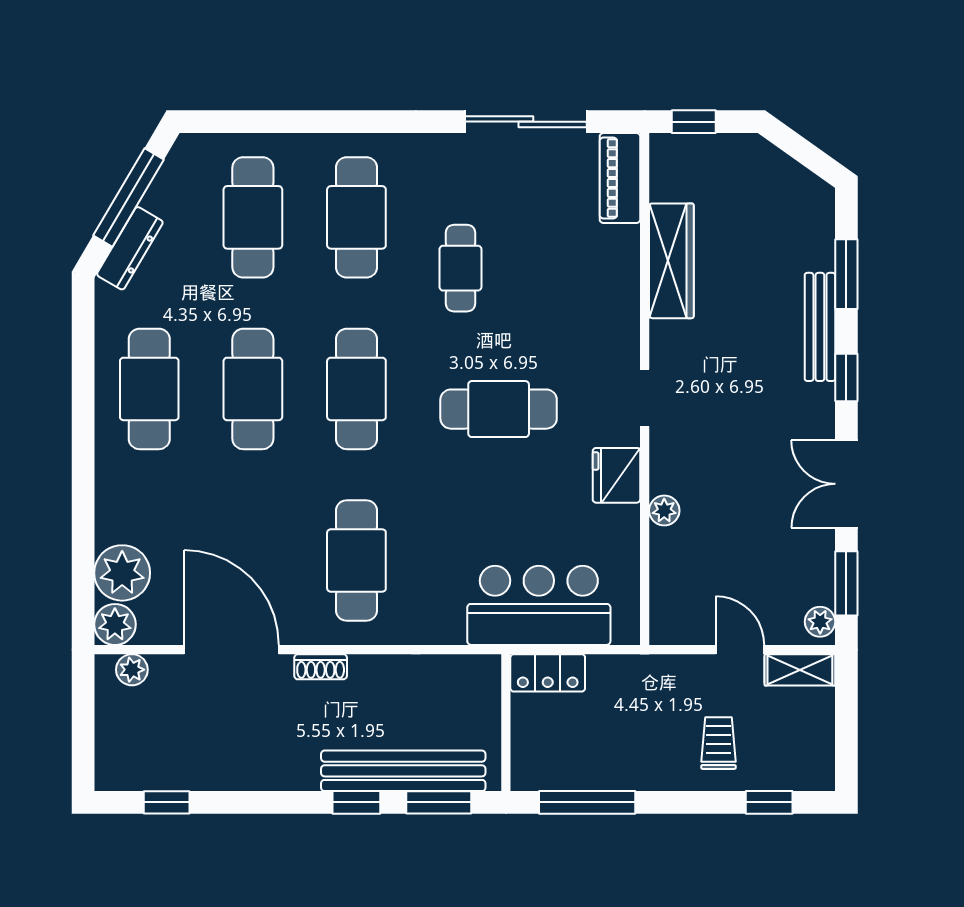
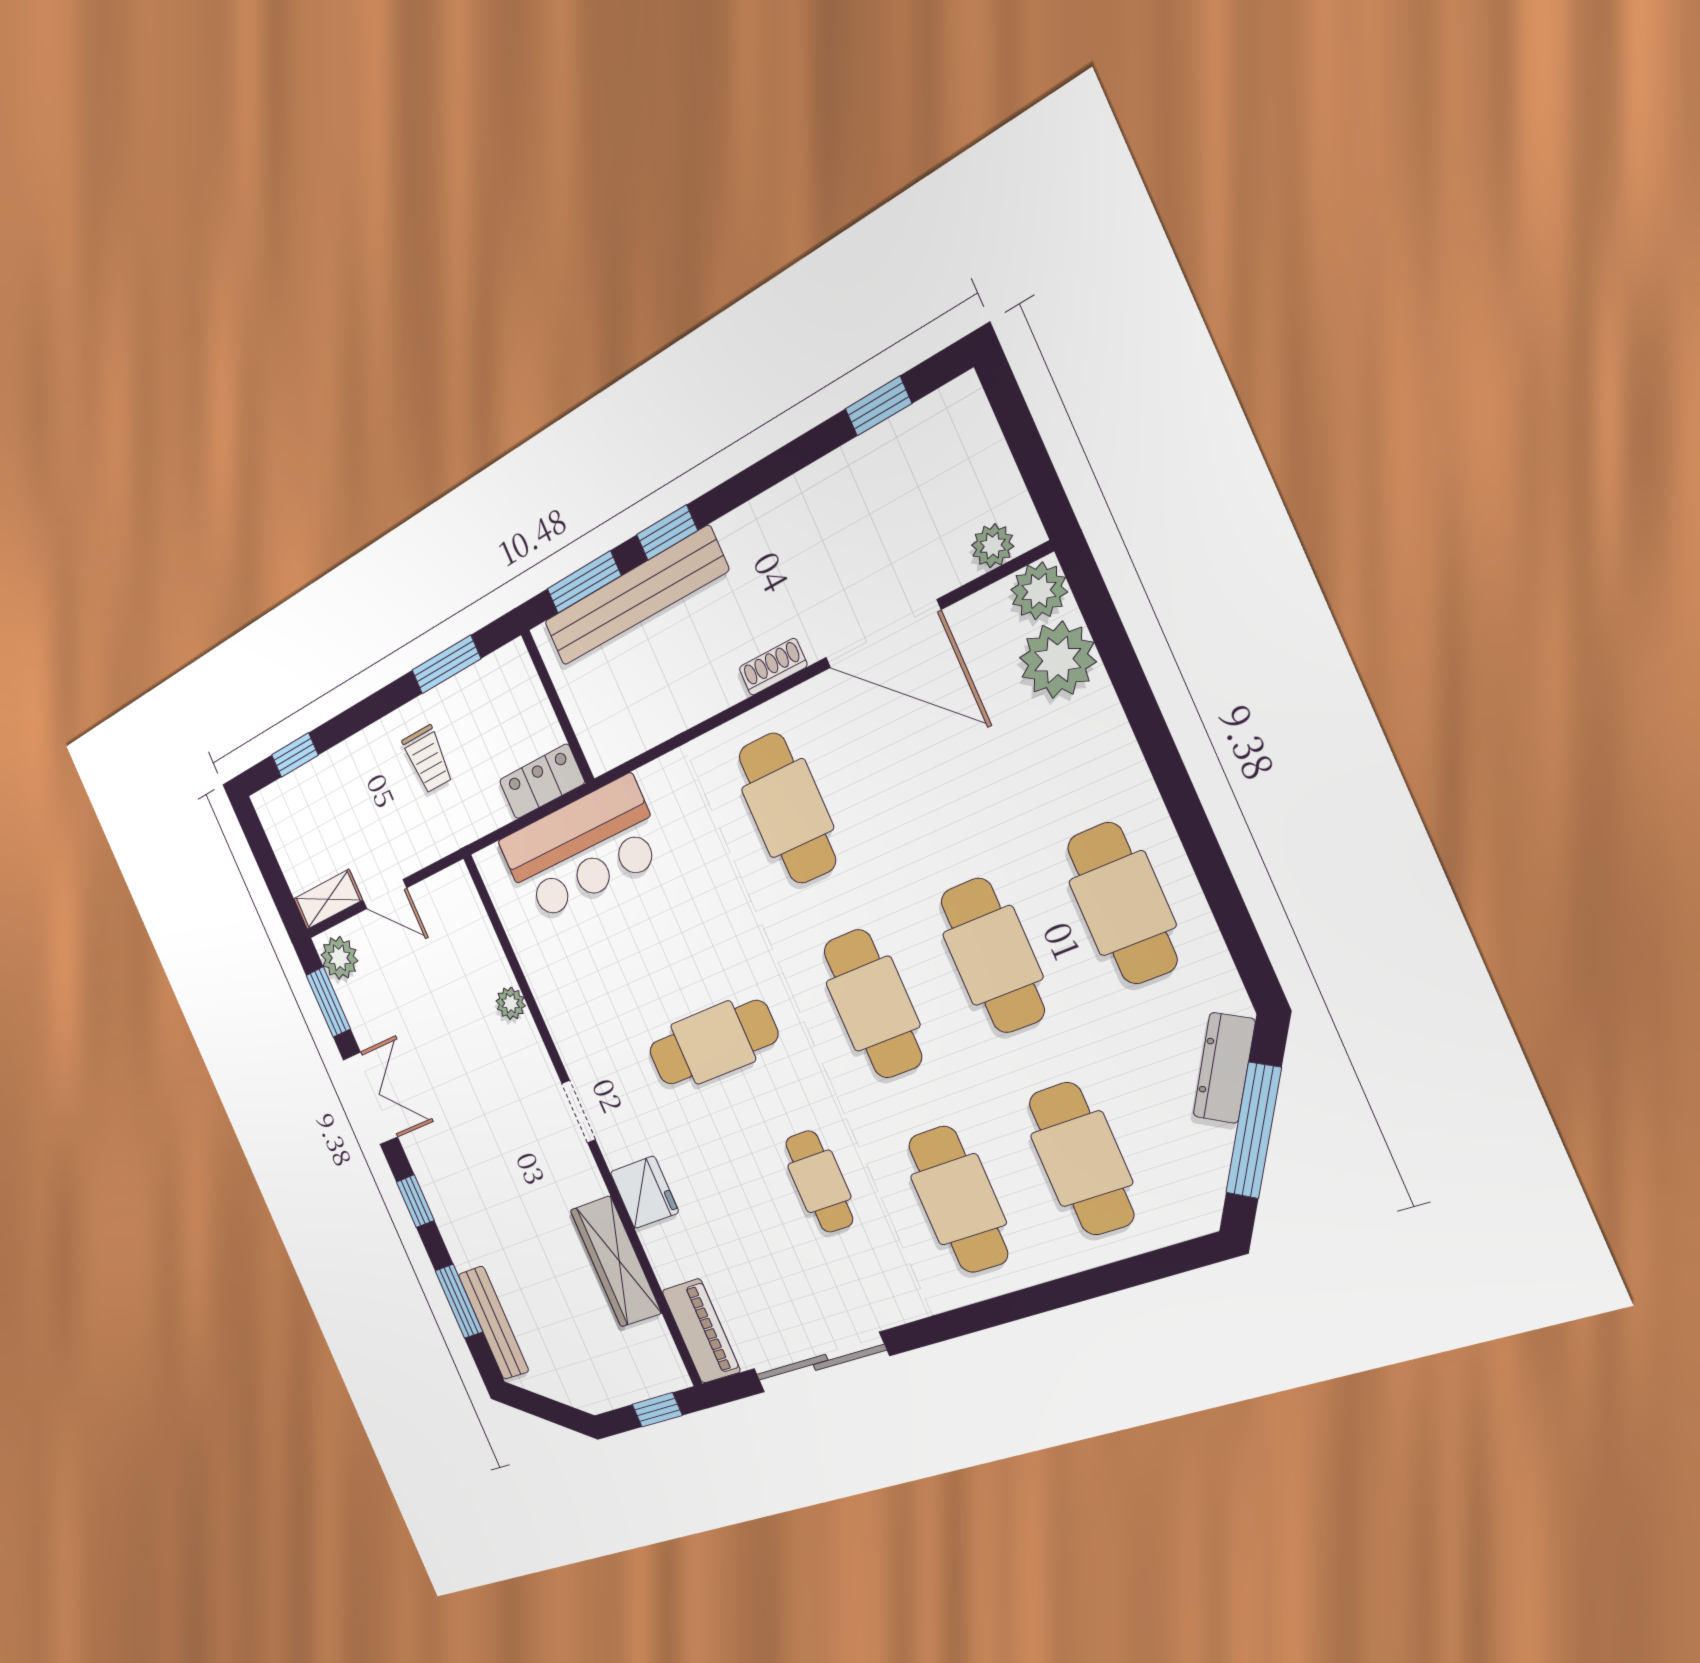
bench: (820, 327) -> (493, 1323), moved
fridge: (616, 475) -> (644, 1192), moved
plant: (820, 622) -> (339, 958), width x1.38, depth x1.38
trolley: (719, 743) -> (428, 759), moved
window: (587, 802) -> (446, 665), width x0.69

